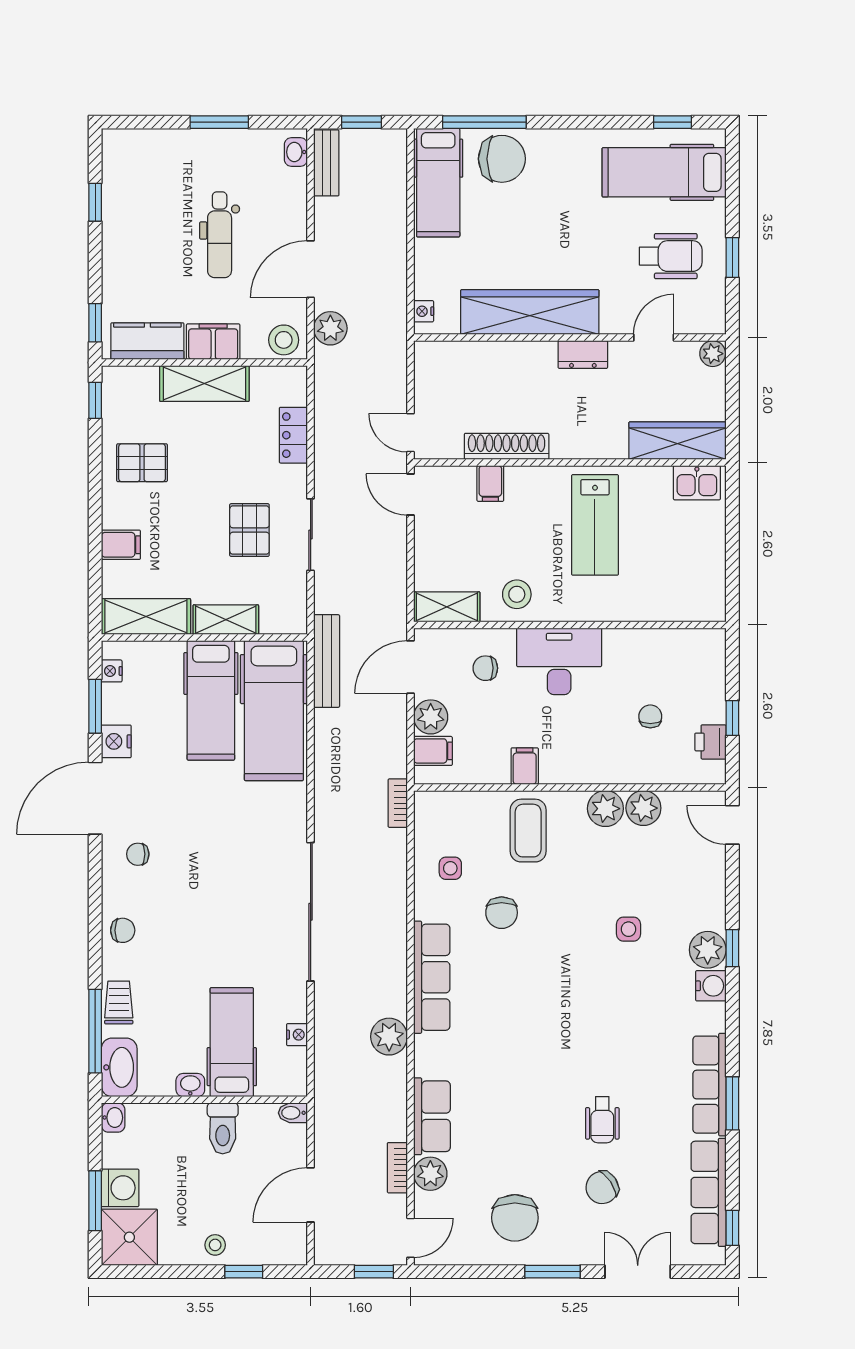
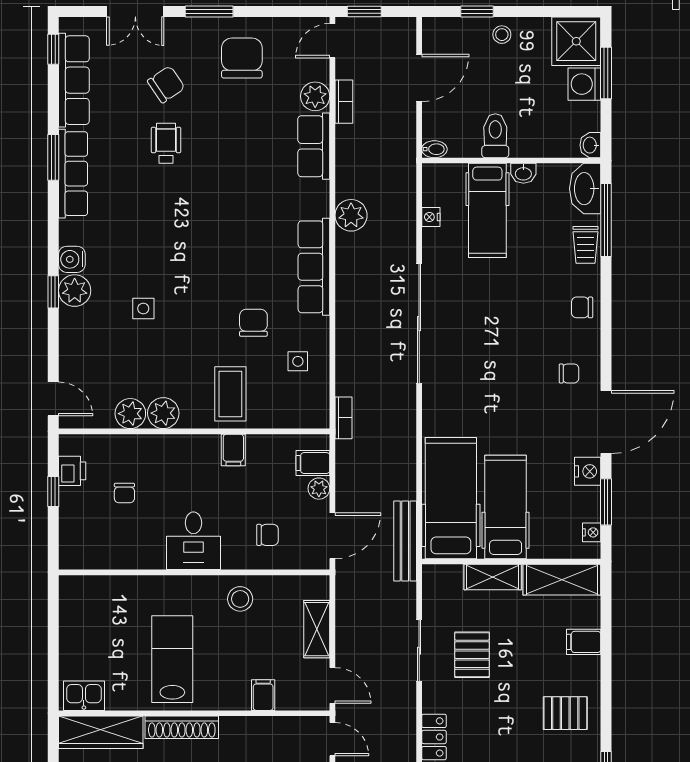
shoe rack: (507, 446) -> (182, 727), moved
shelving: (447, 607) -> (317, 629), moved, turned 90
desk: (559, 661) -> (193, 541), width x0.73
plant: (431, 717) -> (319, 489), width x0.73, depth x0.73

